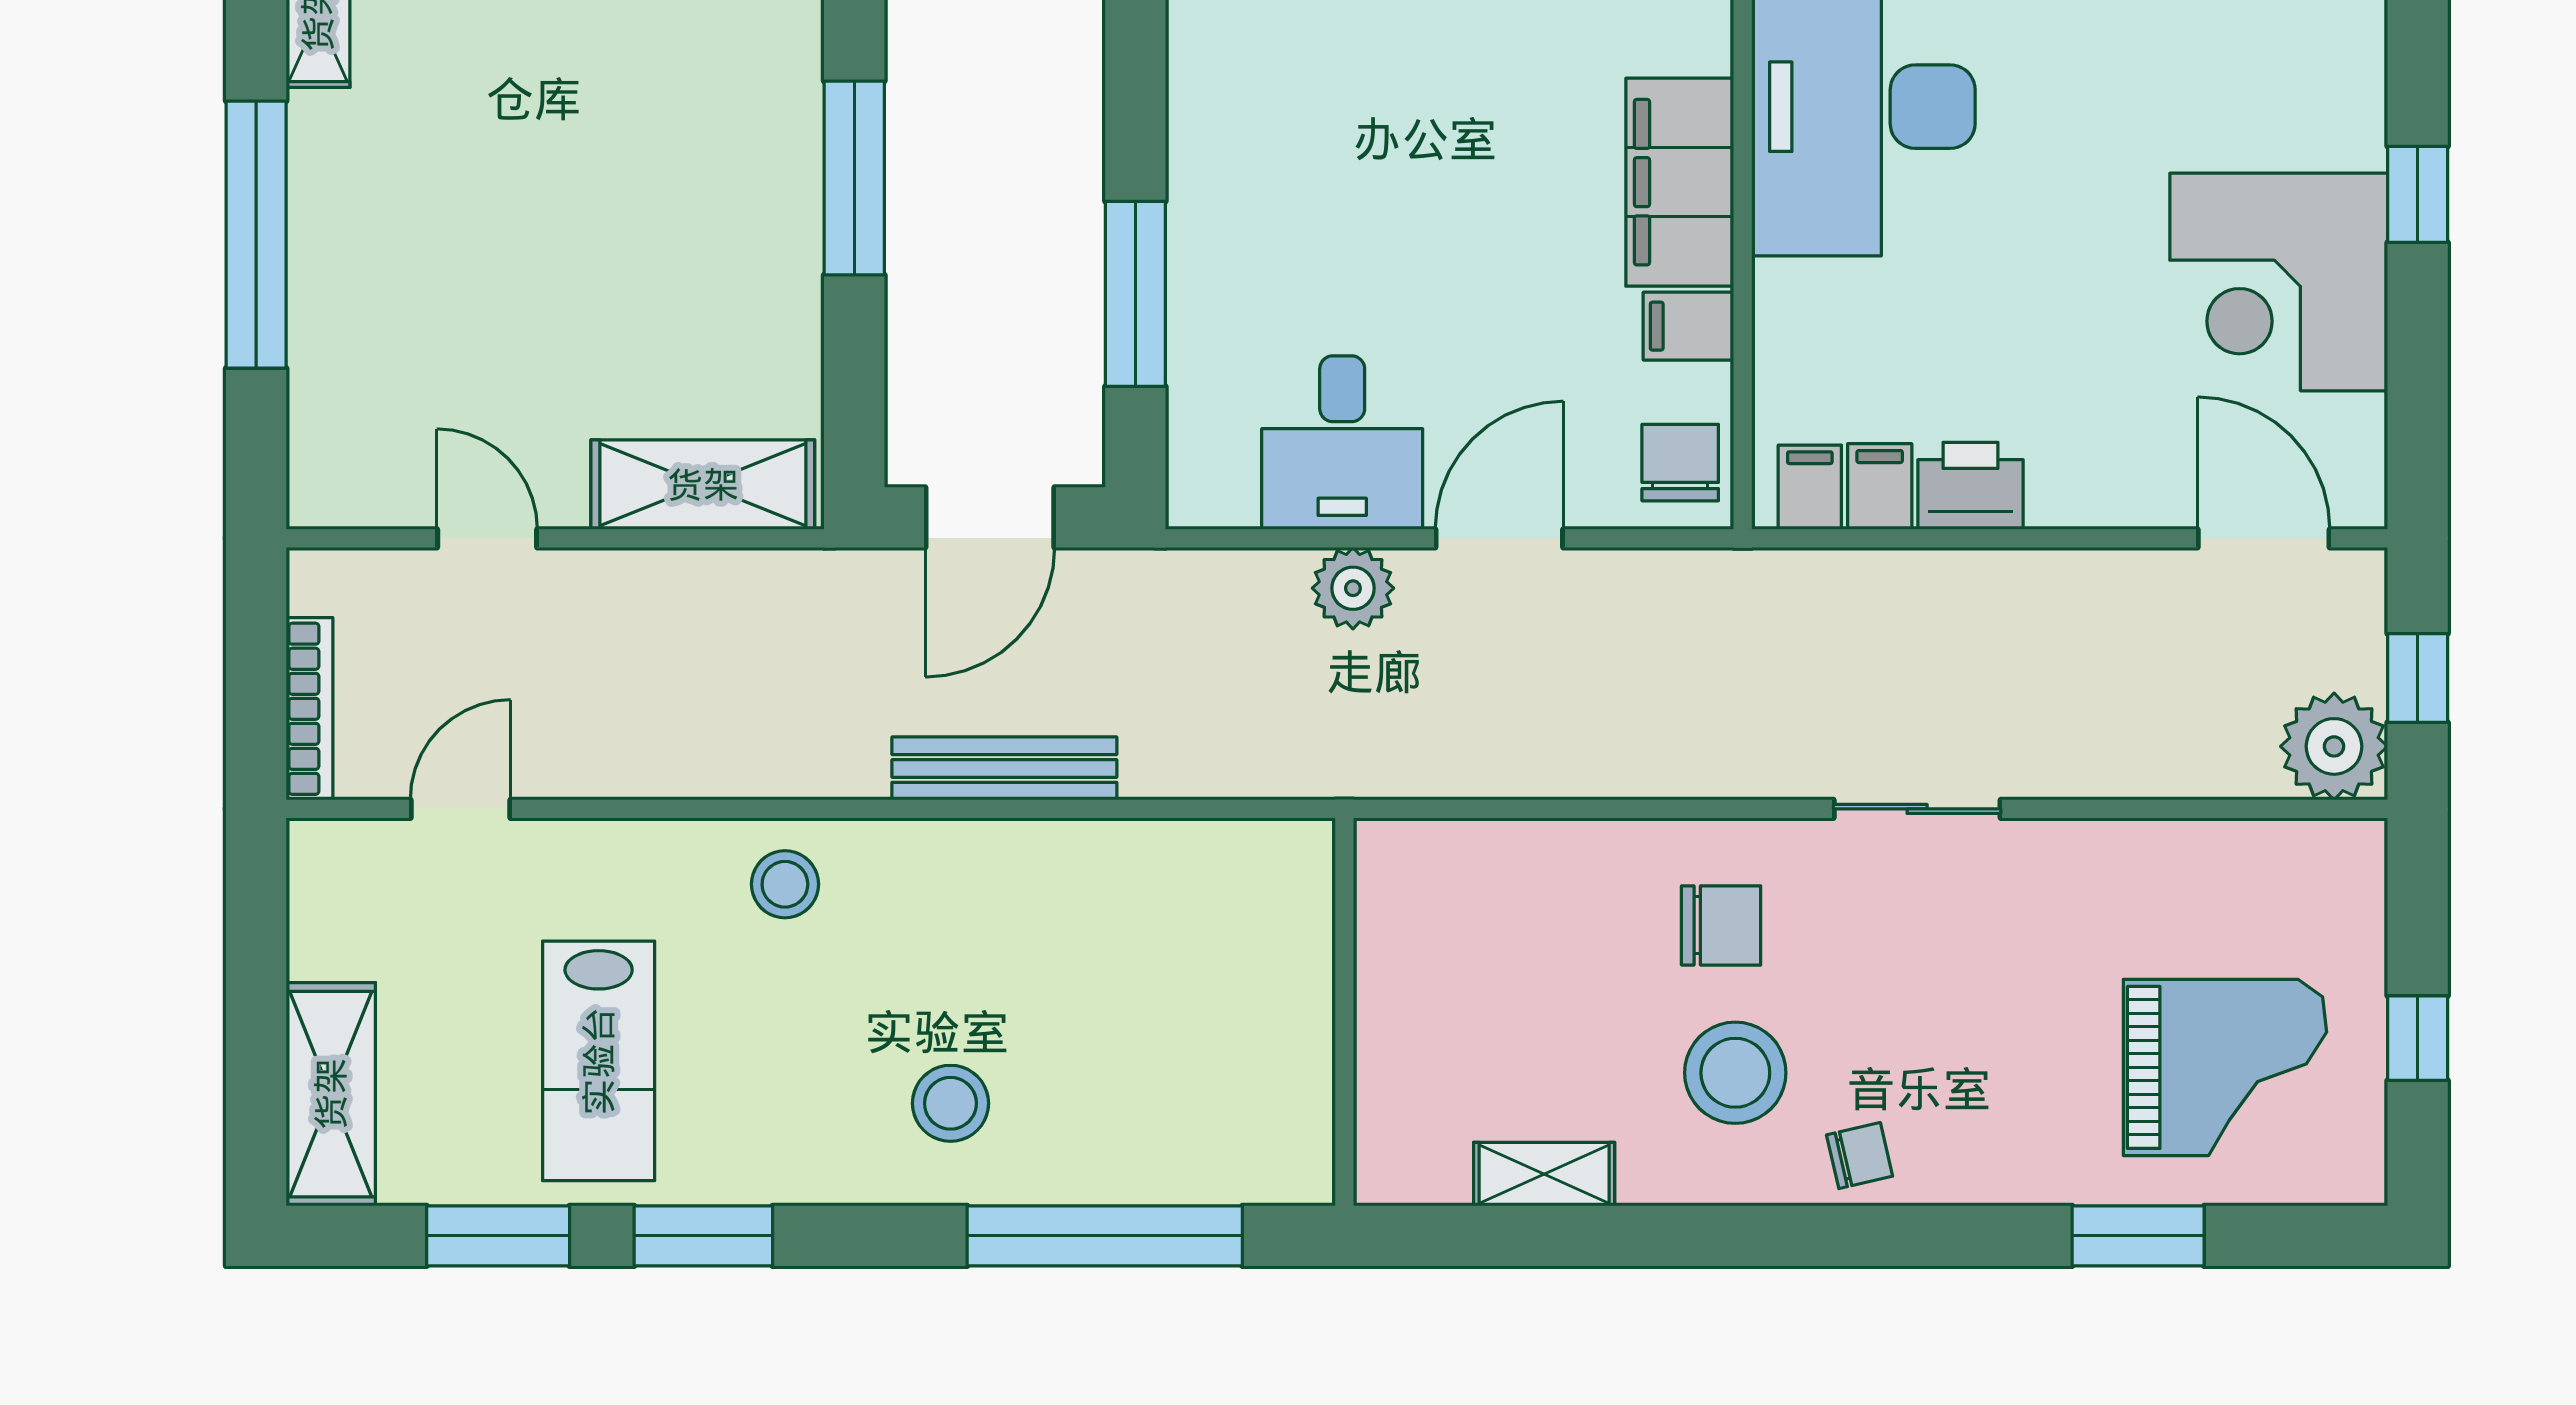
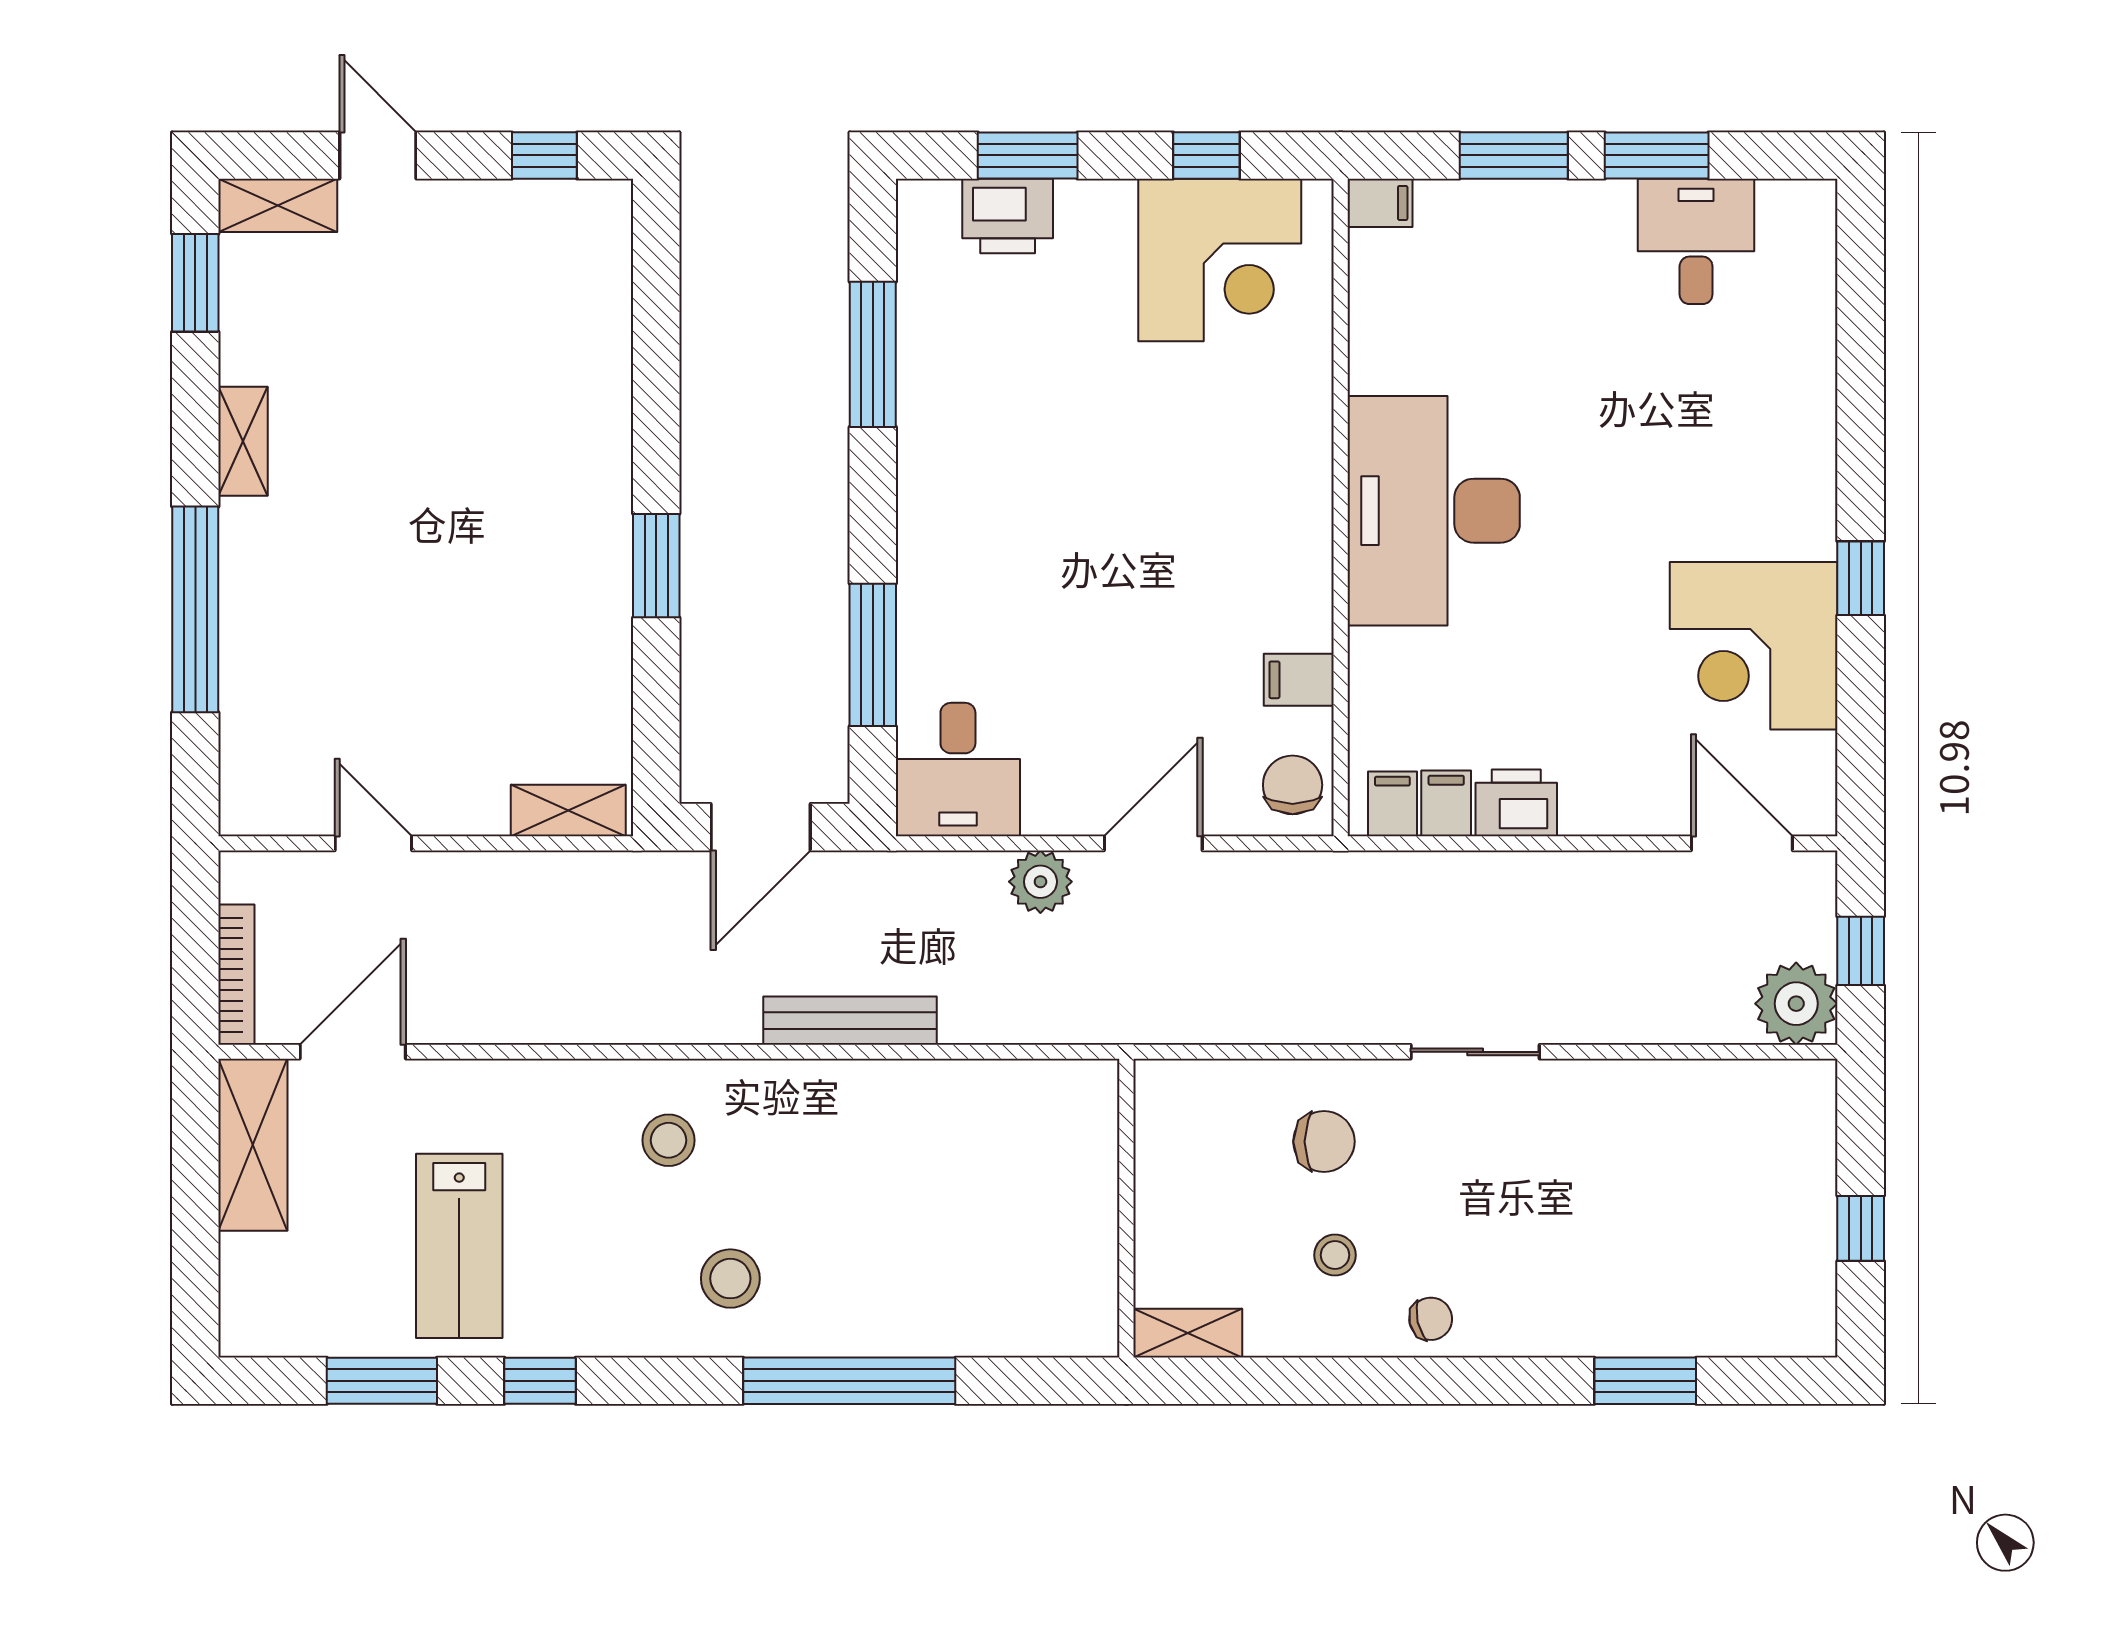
window: (854, 178) -> (656, 566), width x0.69
filing cabinet: (1680, 182) -> (1292, 569), removed
desk: (1342, 443) -> (958, 770), moved
shelving: (703, 485) -> (568, 811), width x0.67, depth x0.75
bench: (1004, 768) -> (850, 1021), moved
door: (460, 809) -> (353, 1052), width x1.38
stool: (785, 884) -> (669, 1140), moved
wall: (1344, 1012) -> (1126, 1208), moved
grand piano: (2225, 1067) -> (1712, 1251), removed
stool: (1735, 1073) -> (1335, 1255), width x0.53, depth x0.53
shelving: (331, 1094) -> (253, 1145), moved
window: (703, 1236) -> (540, 1381), width x0.67

